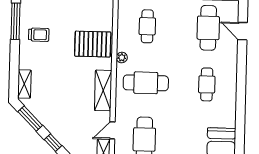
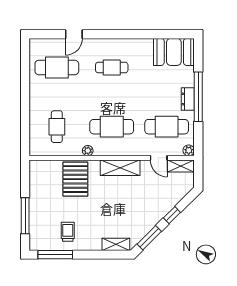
cafe table: (147, 26) -> (57, 127), turned 90
door: (243, 31) -> (74, 34), moved
cafe table: (146, 83) -> (112, 127), turned 90

